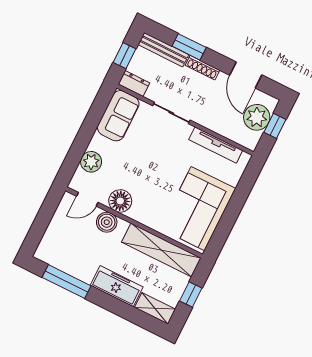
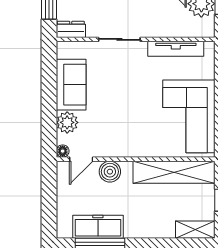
sofa: (118, 116) -> (71, 85), moved
floor lamp: (120, 201) -> (63, 151), moved, width x0.53, depth x0.53
freezer: (117, 286) -> (98, 227), moved

